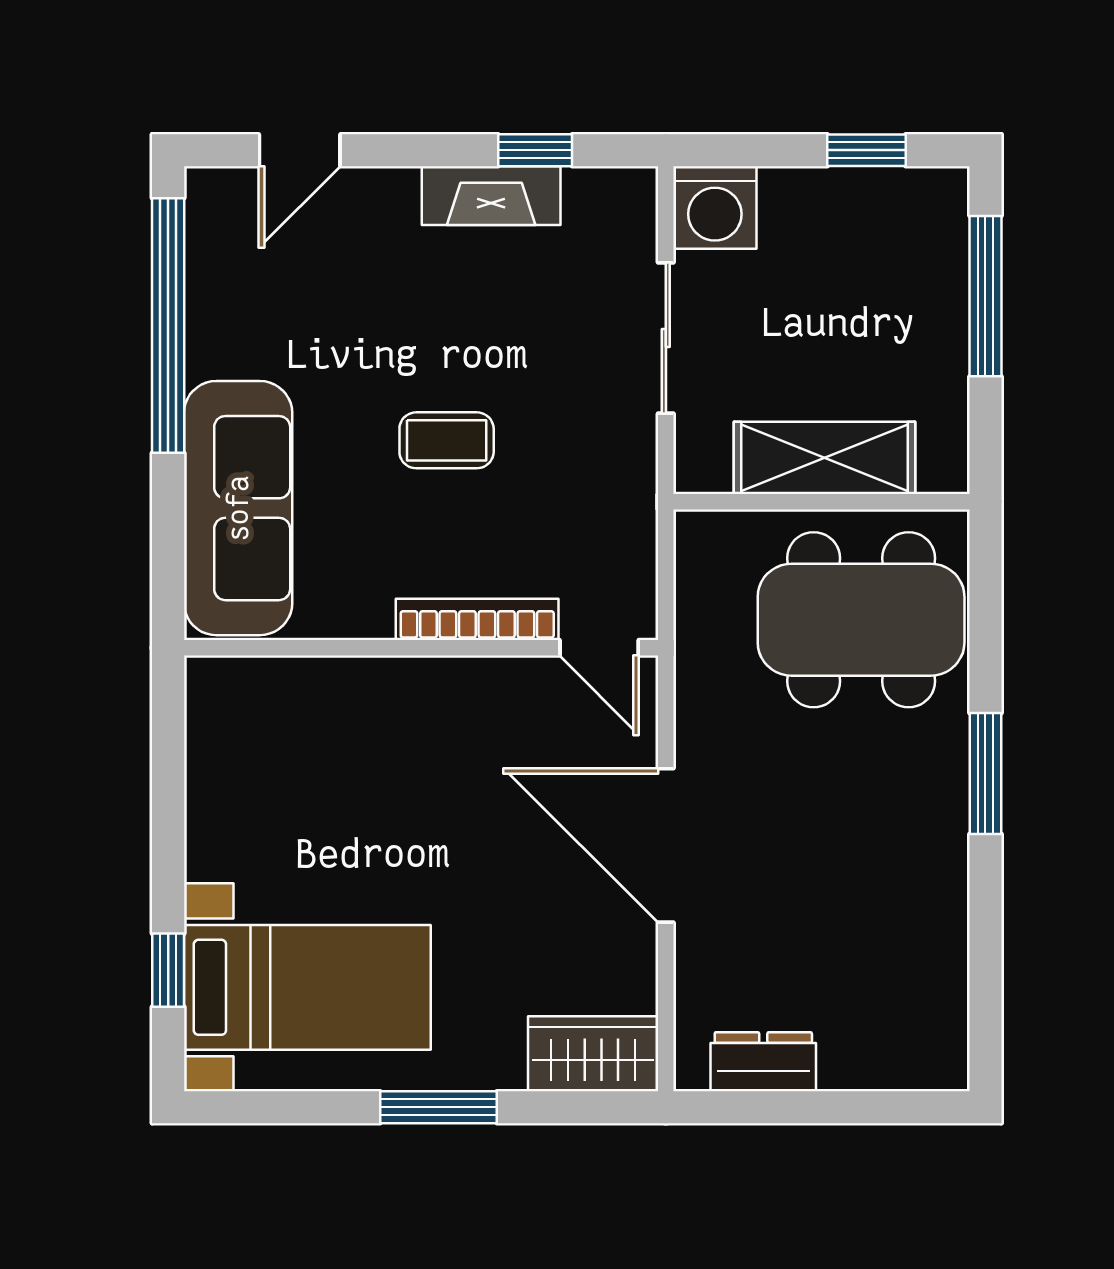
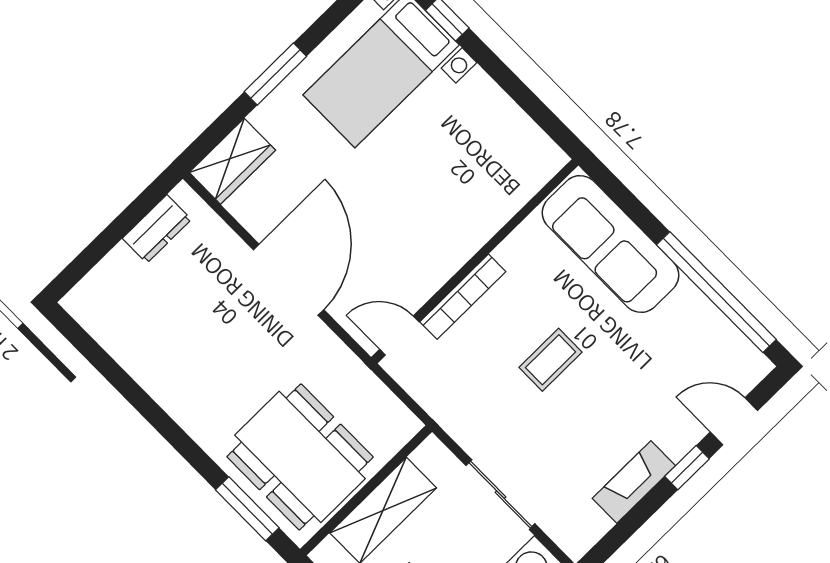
door: (300, 150) -> (734, 421), hinge flipped
window: (535, 150) -> (687, 468), moved
dining table: (861, 620) -> (300, 457), turned 90
window: (985, 774) -> (247, 509), moved
door: (666, 845) -> (289, 280), hinge flipped

